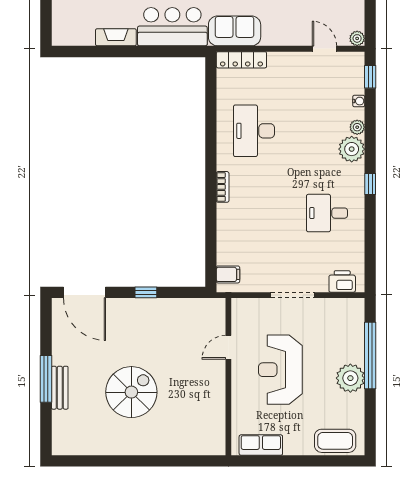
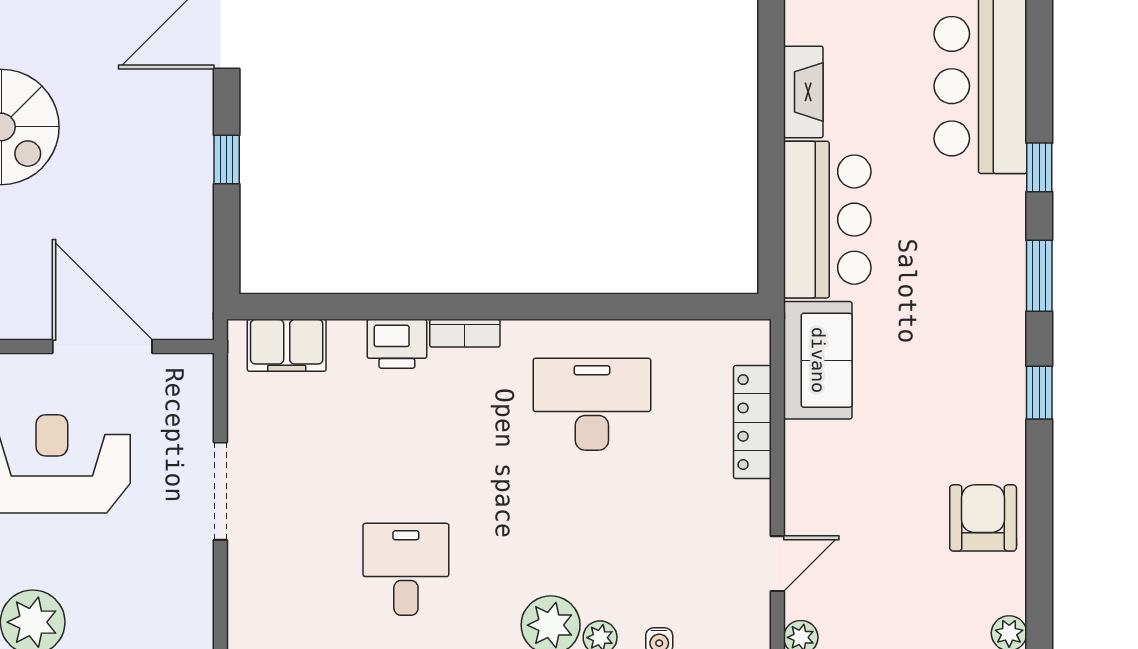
locker: (241, 60) -> (752, 422), moved
filing cabinet: (228, 274) -> (287, 345), width x2.00
printer: (342, 281) -> (397, 344), moved, turned 90
door: (228, 347) -> (102, 346), width x1.87

